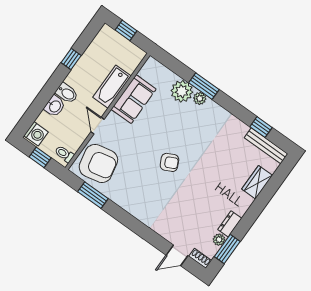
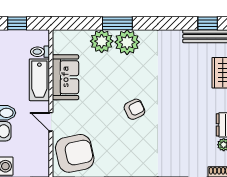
plant: (200, 98) -> (127, 42), width x1.88, depth x1.88
window: (261, 127) -> (208, 23), moved
toilet: (64, 154) -> (40, 52), moved

